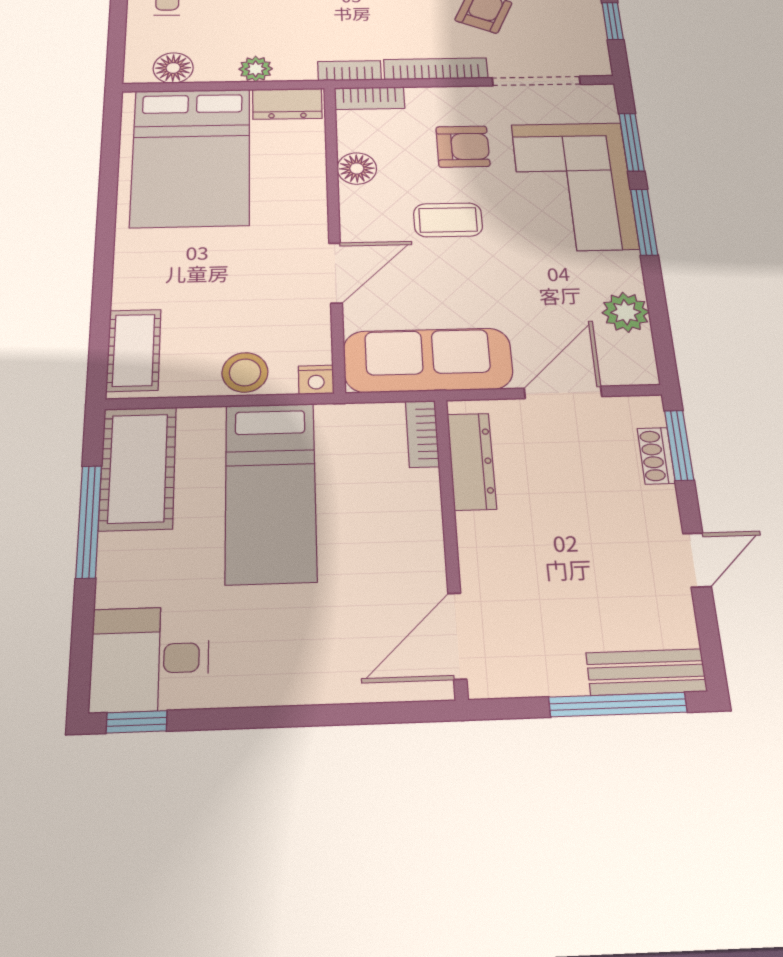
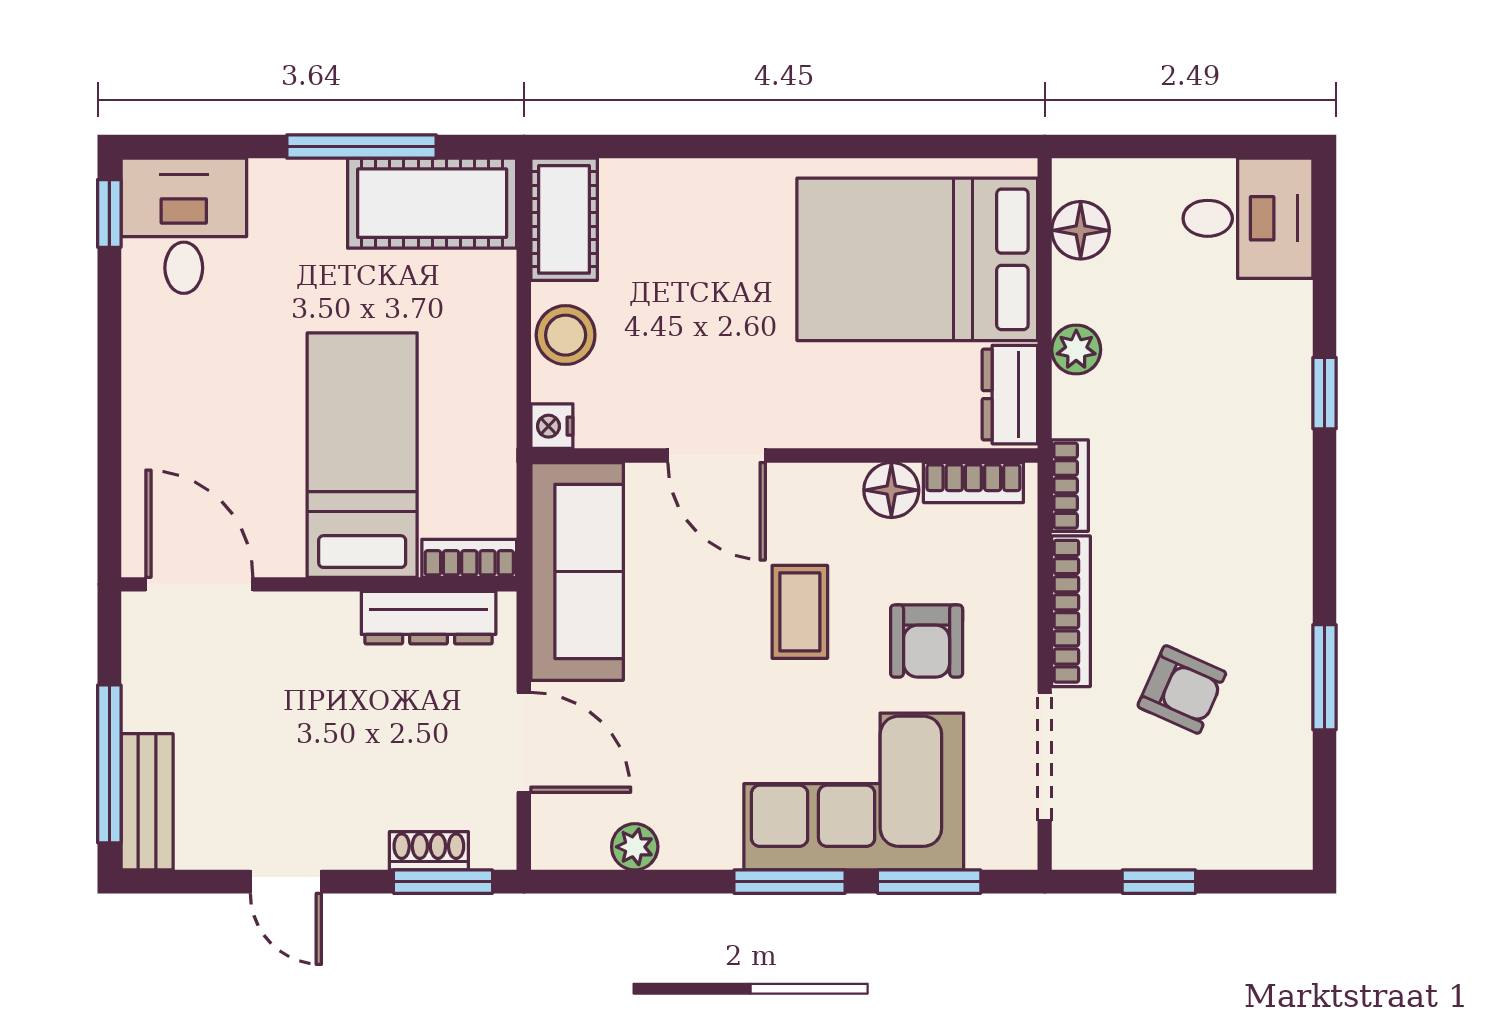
bookcase: (369, 98) -> (973, 483), moved, turned -90
plant: (626, 312) -> (635, 847), width x0.73, depth x0.73
cot: (134, 350) -> (564, 219), moved, turned 90
bed: (270, 492) -> (362, 455), moved, turned 90

